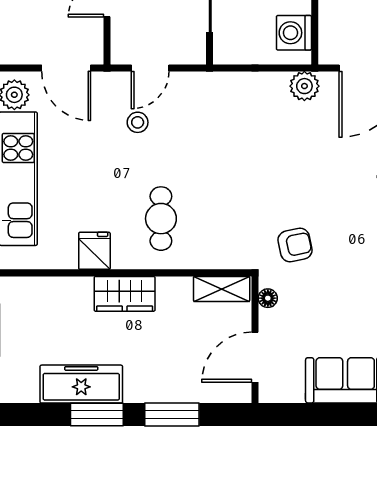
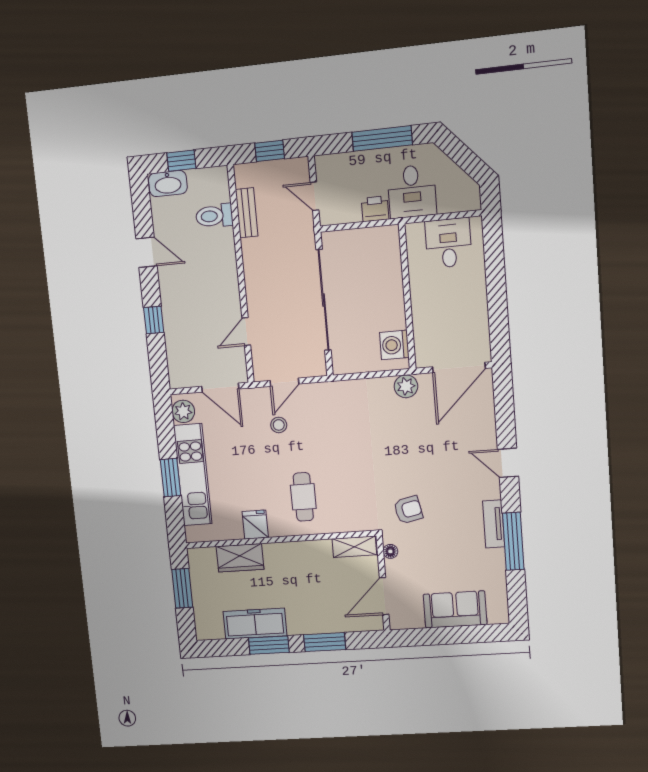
wardrobe: (125, 294) -> (240, 558), moved

